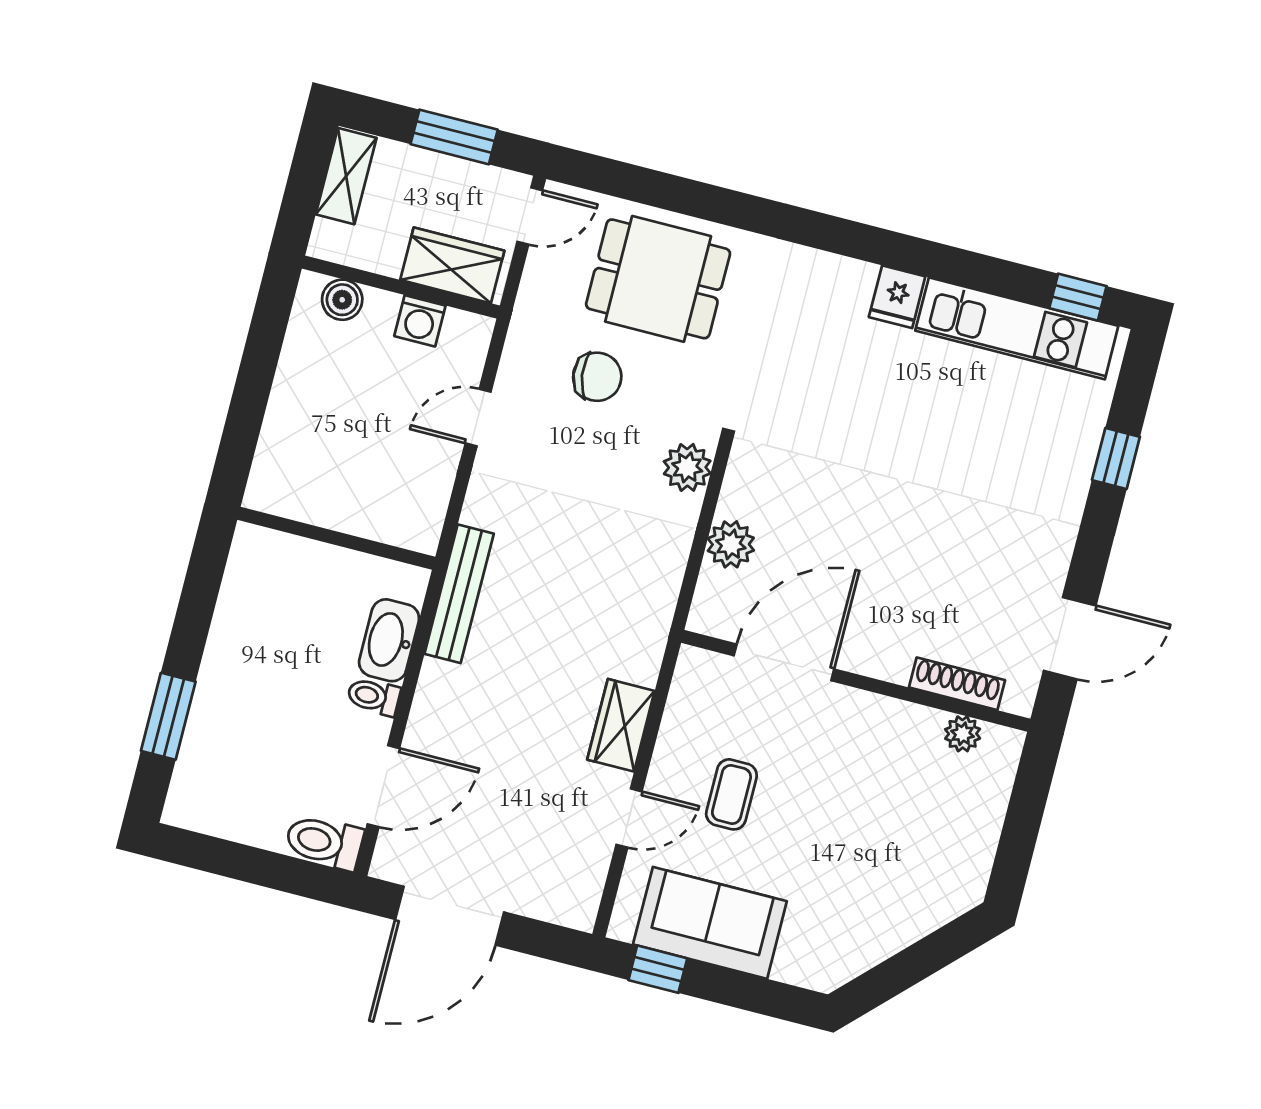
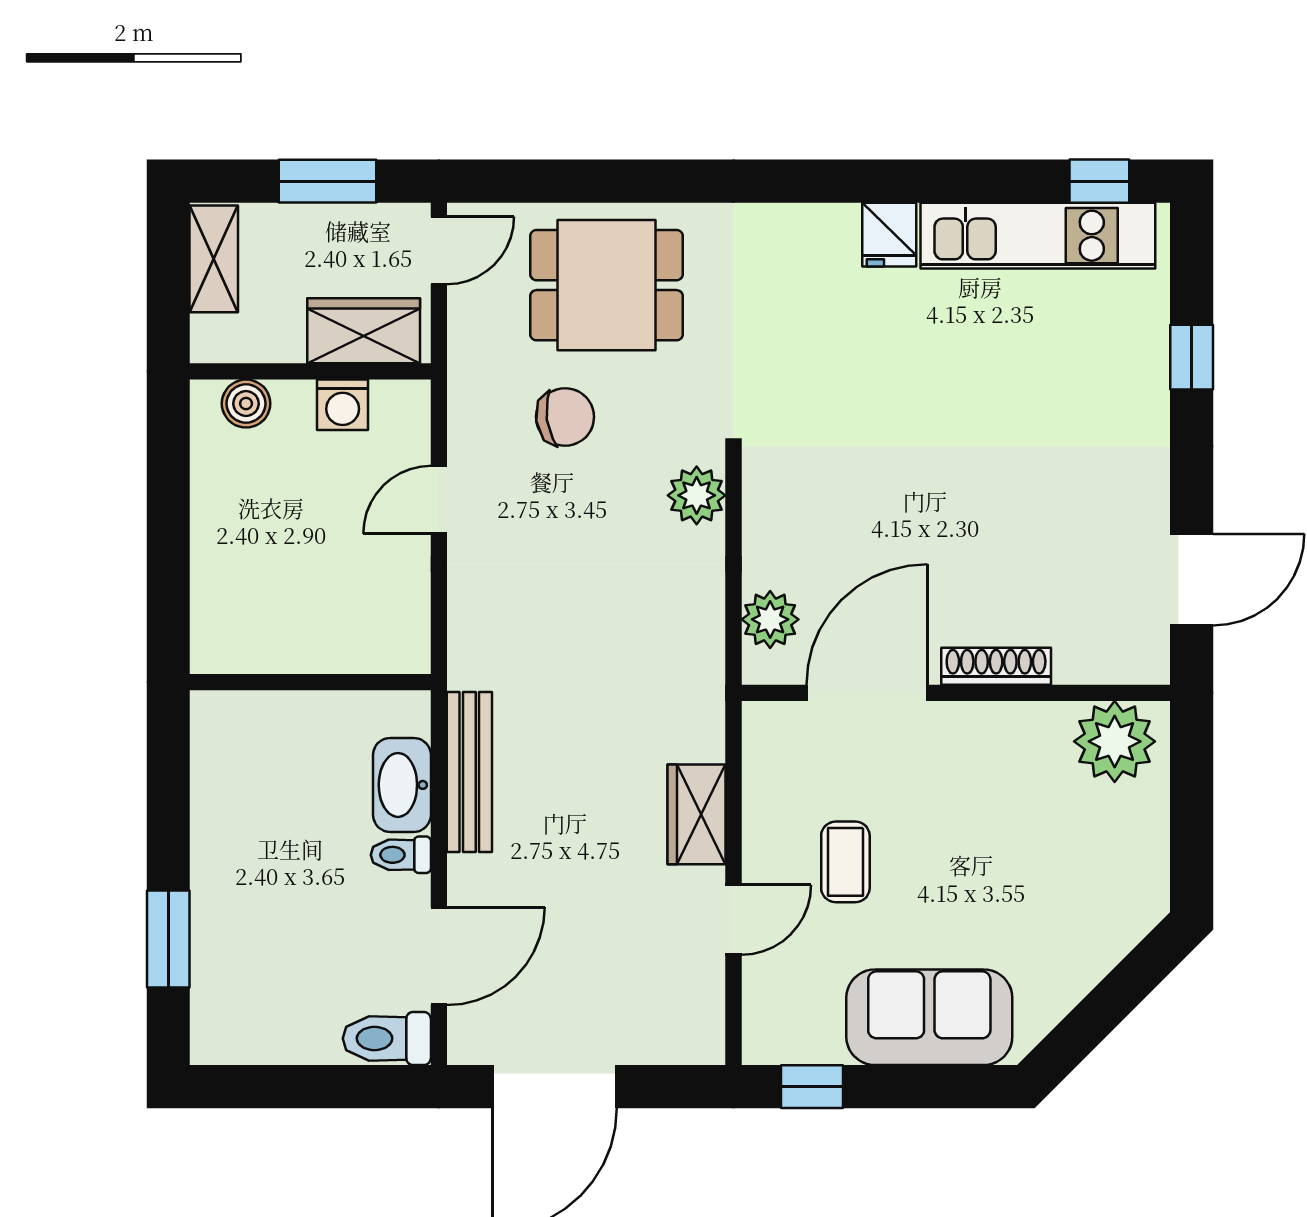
plant: (731, 544) -> (770, 619), moved
bench: (459, 594) -> (469, 772), moved
shoe rack: (957, 684) -> (996, 666), moved
plant: (963, 734) -> (1115, 741), width x1.87, depth x1.87
sofa: (710, 923) -> (929, 1017), moved

